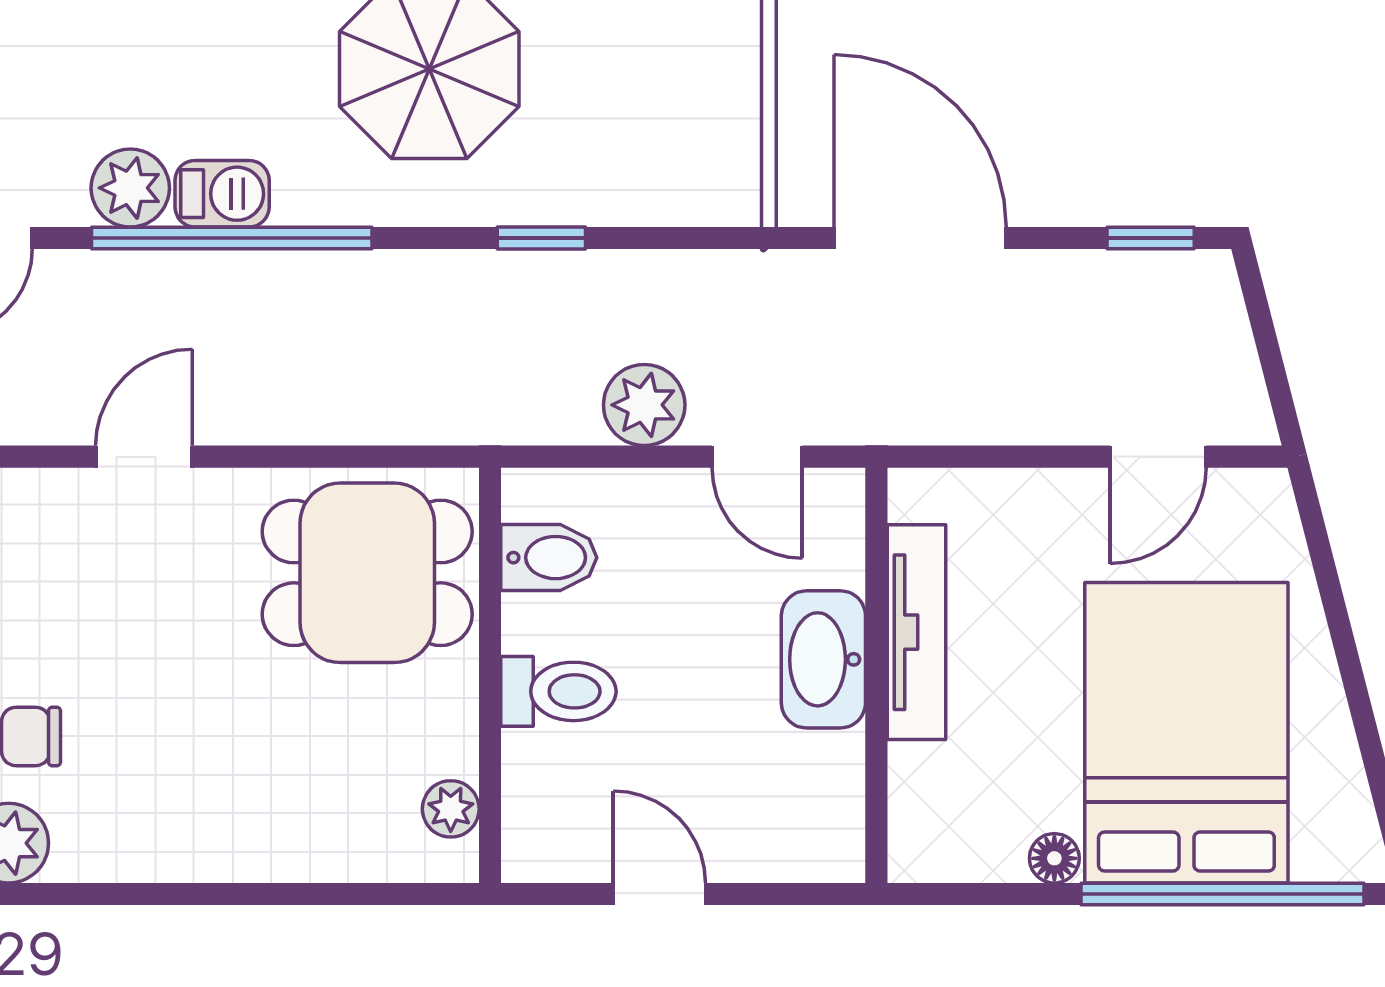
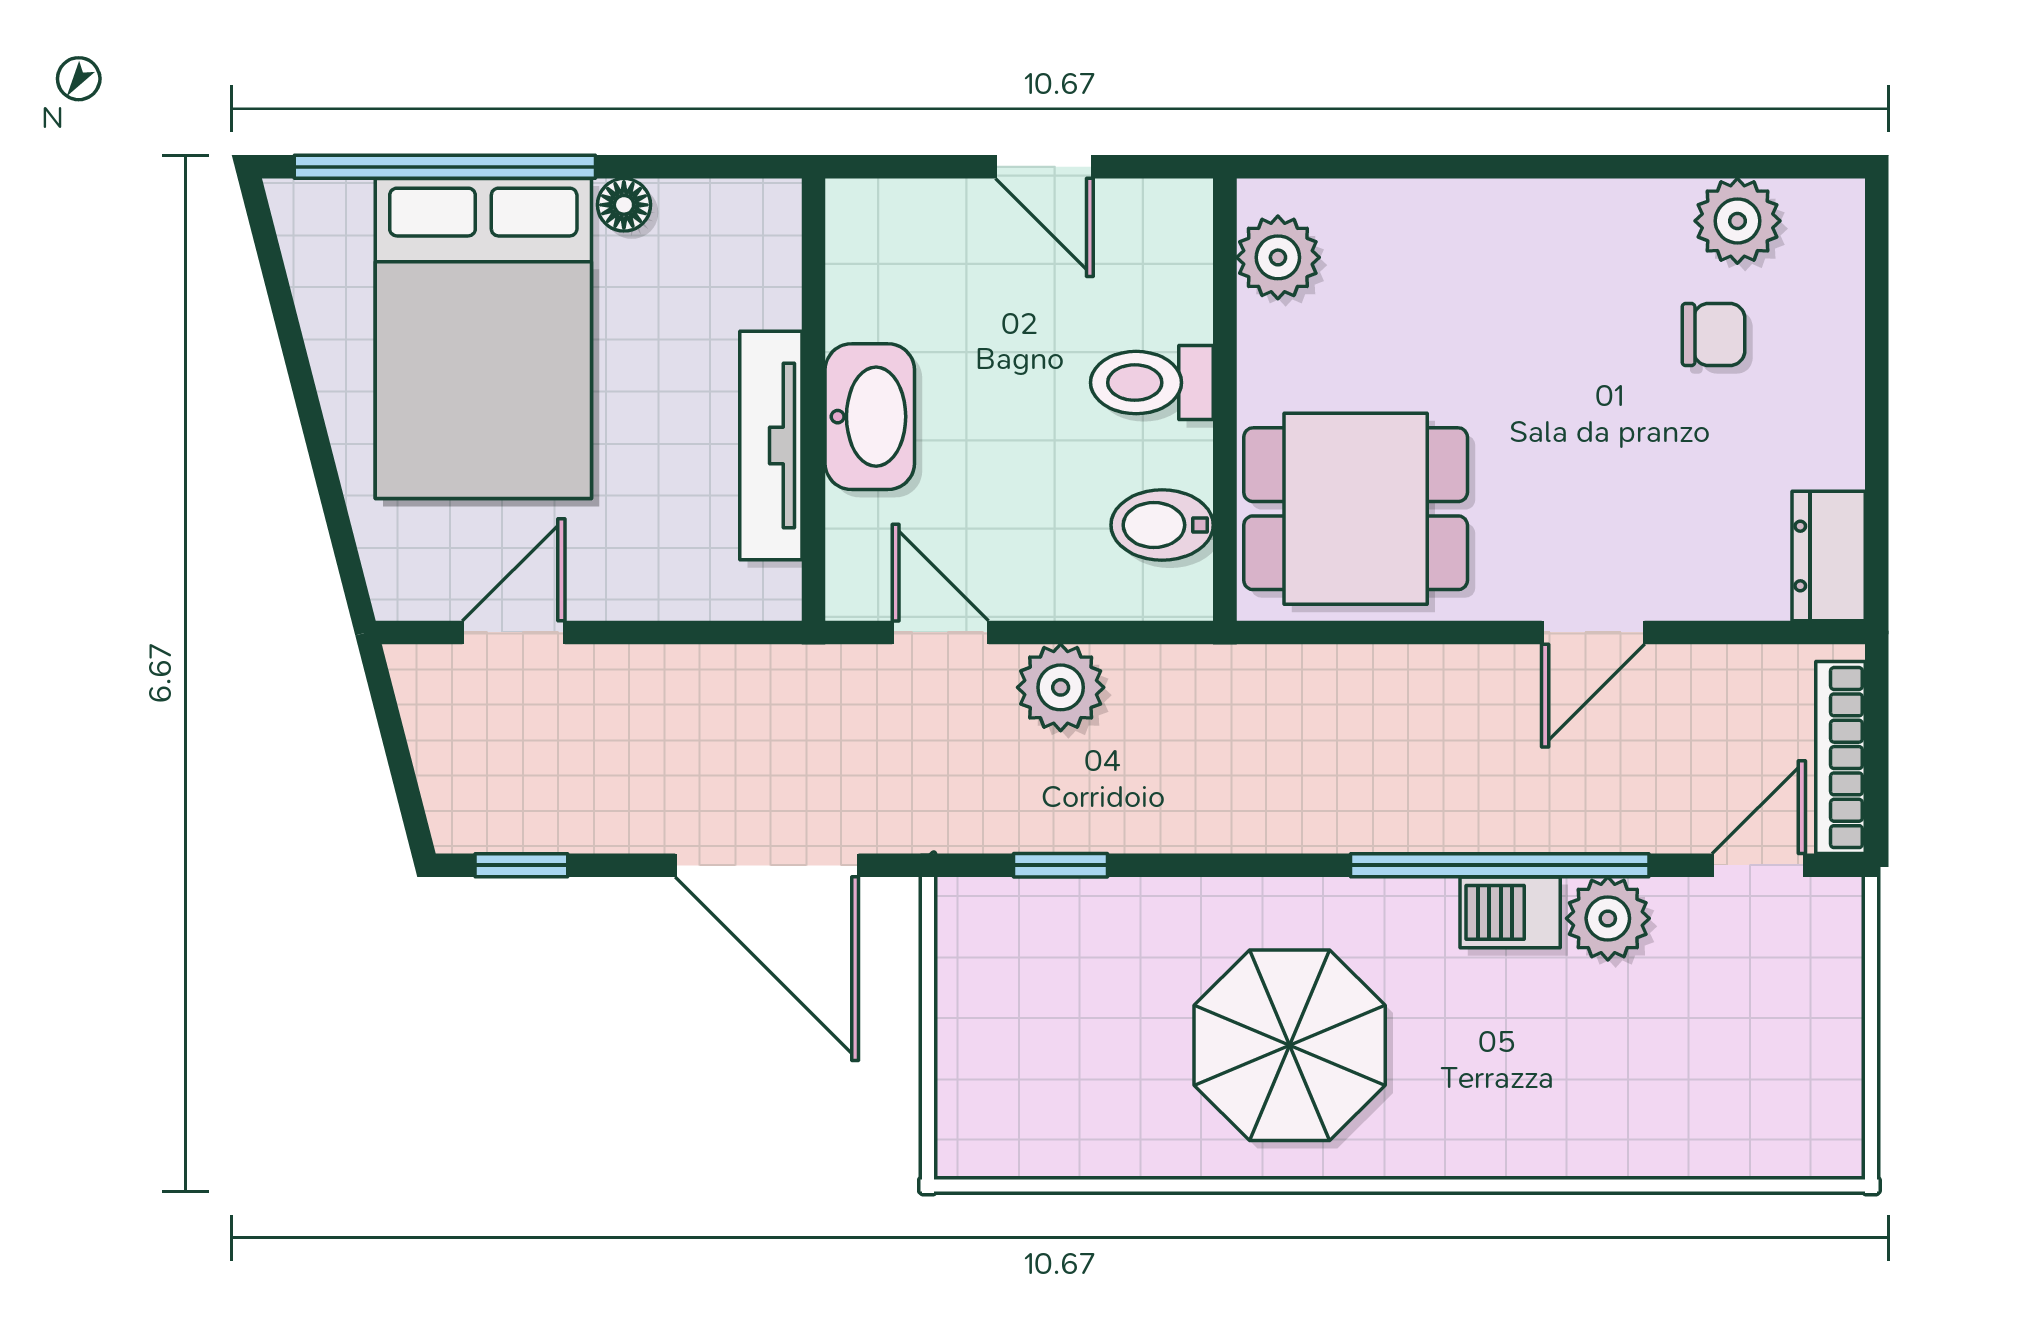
window: (541, 238) -> (1060, 865), moved
plant: (451, 809) -> (1278, 257), width x1.38, depth x1.38

